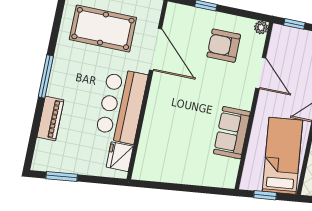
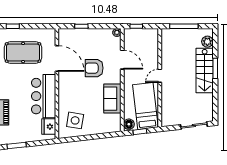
armchair: (224, 46) -> (94, 68), moved
side table: (164, 156) -> (75, 120), added
floor lamp: (250, 180) -> (129, 124), added

